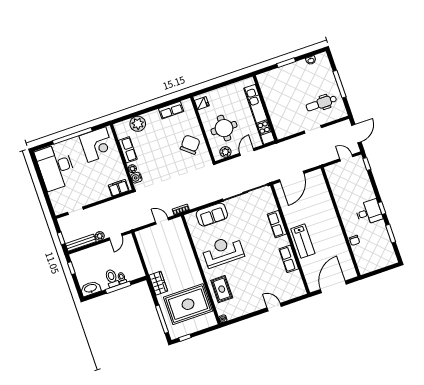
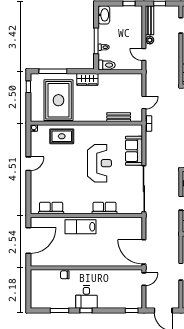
door: (346, 158) -> (144, 279), moved
door: (292, 177) -> (144, 252), moved
bench: (184, 241) -> (119, 117), added
reception desk: (223, 251) -> (99, 163), moved
row of seats: (289, 259) -> (51, 208), moved
toilet: (112, 278) -> (107, 65), moved
door: (333, 287) -> (28, 240), hinge flipped
door: (274, 307) -> (28, 164), moved

